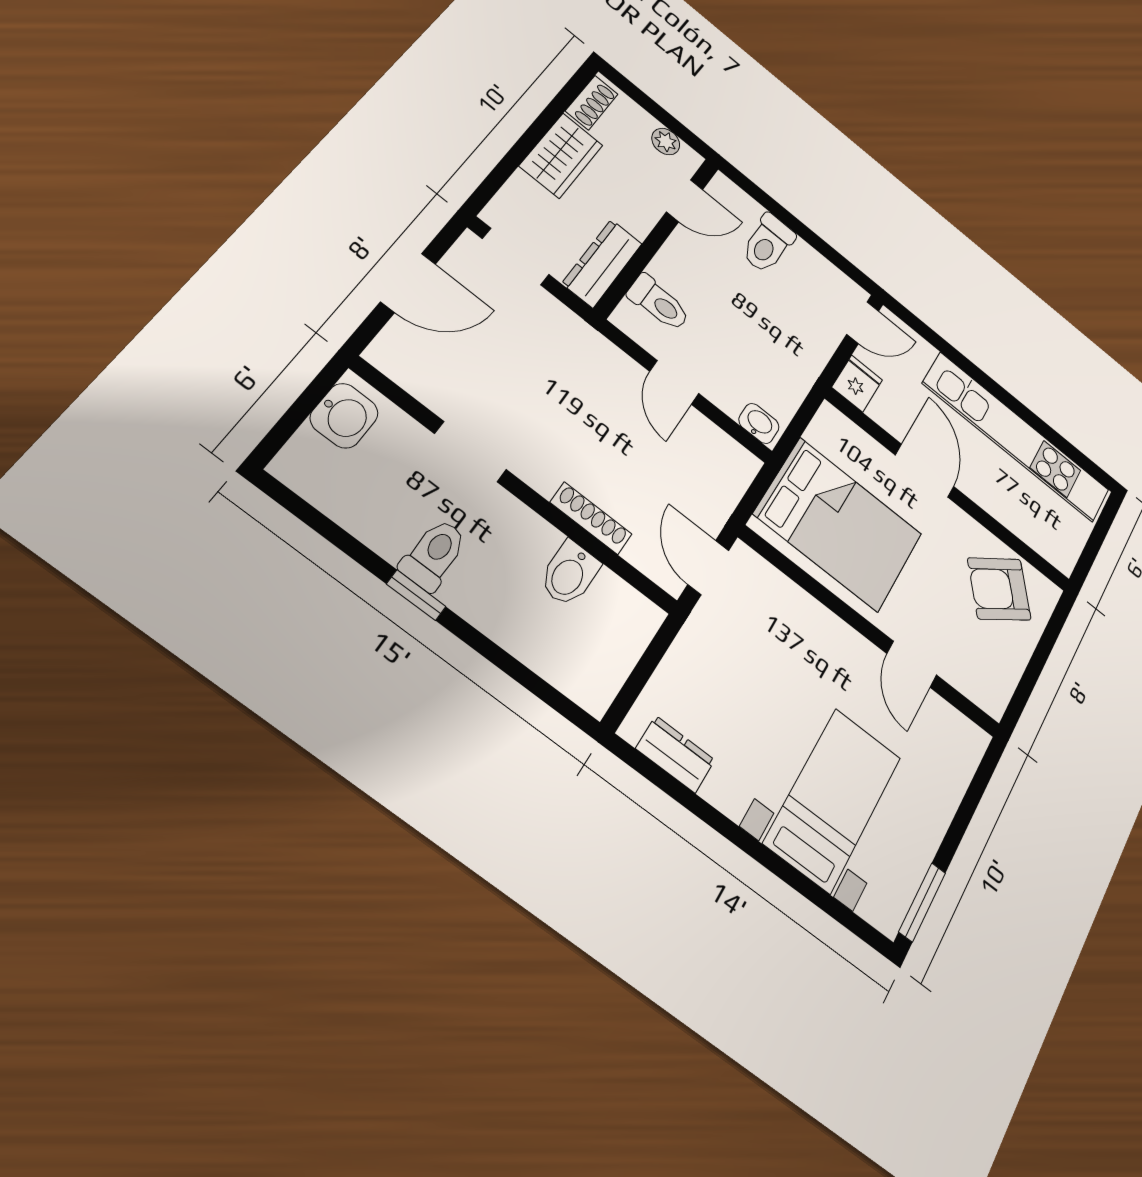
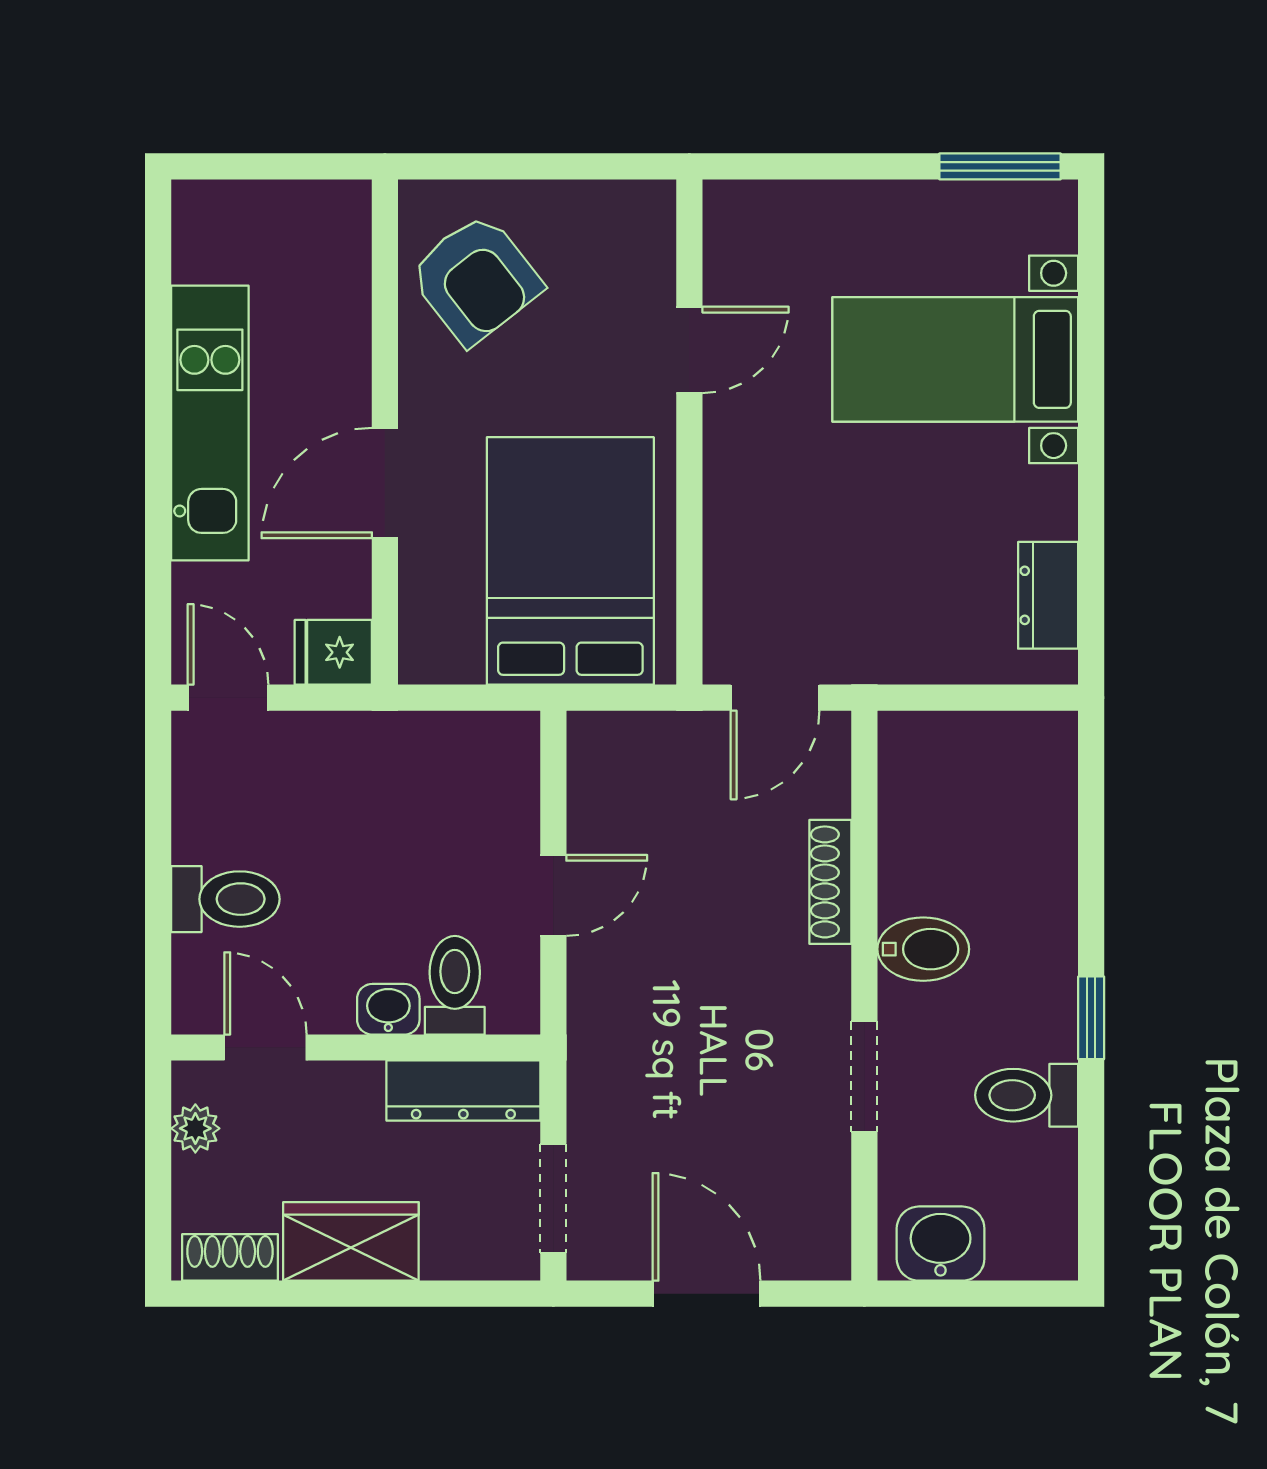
washbasin: (759, 423) -> (388, 1009), moved, turned 90
kitchen unit: (1017, 437) -> (210, 423), width x0.73
toilet: (434, 554) -> (1027, 1095), moved
bidet: (570, 574) -> (923, 949), moved

